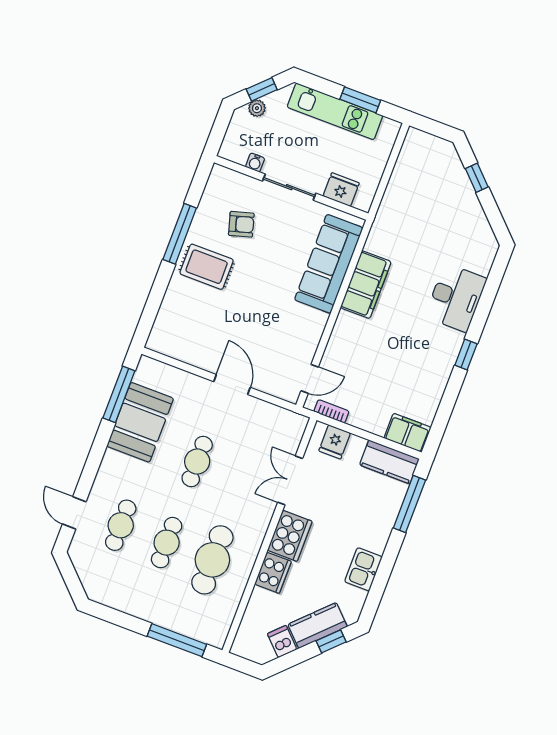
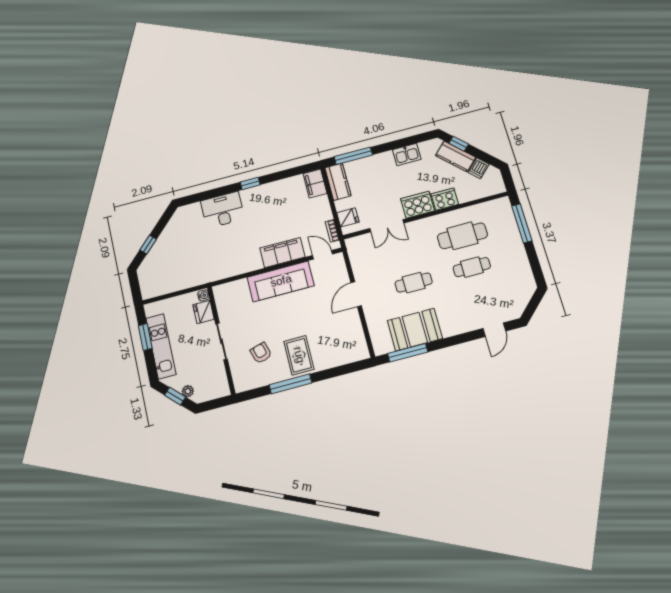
water cooler: (255, 162) -> (203, 295), moved
sofa: (329, 264) -> (281, 281), moved
filing cabinet: (366, 285) -> (282, 253), moved
cafe table: (121, 525) -> (481, 299), removed

